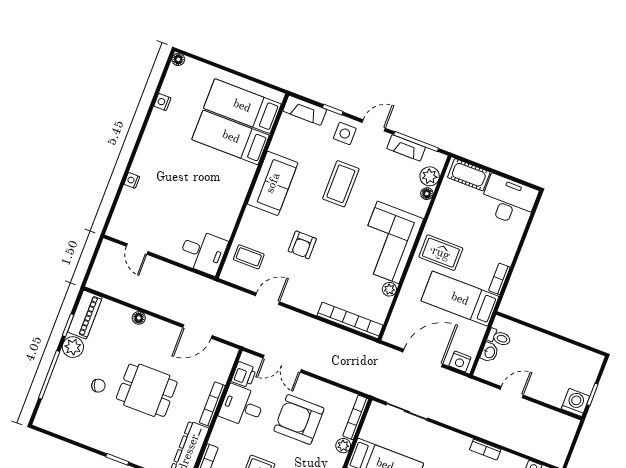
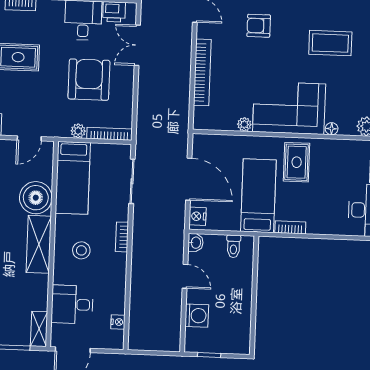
floor lamp: (427, 194) -> (332, 129), moved
bookcase: (350, 320) -> (202, 72), moved
washbasin: (489, 352) -> (196, 243), moved, turned -90
washing machine: (575, 402) -> (197, 316), moved
bookcase: (485, 450) -> (122, 237), moved

